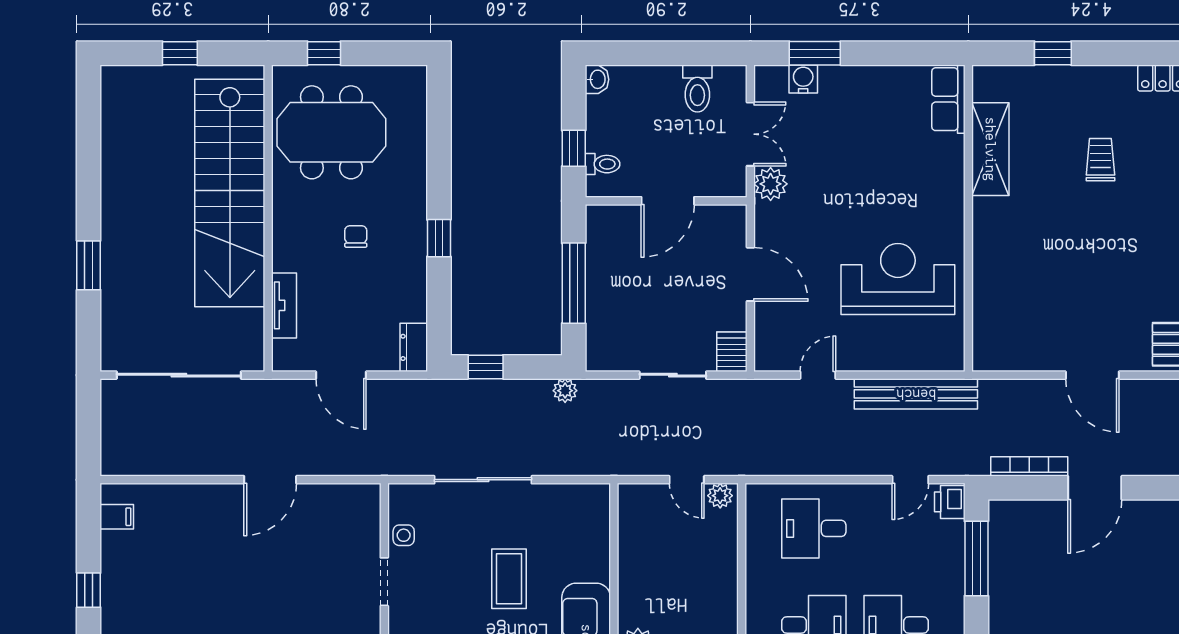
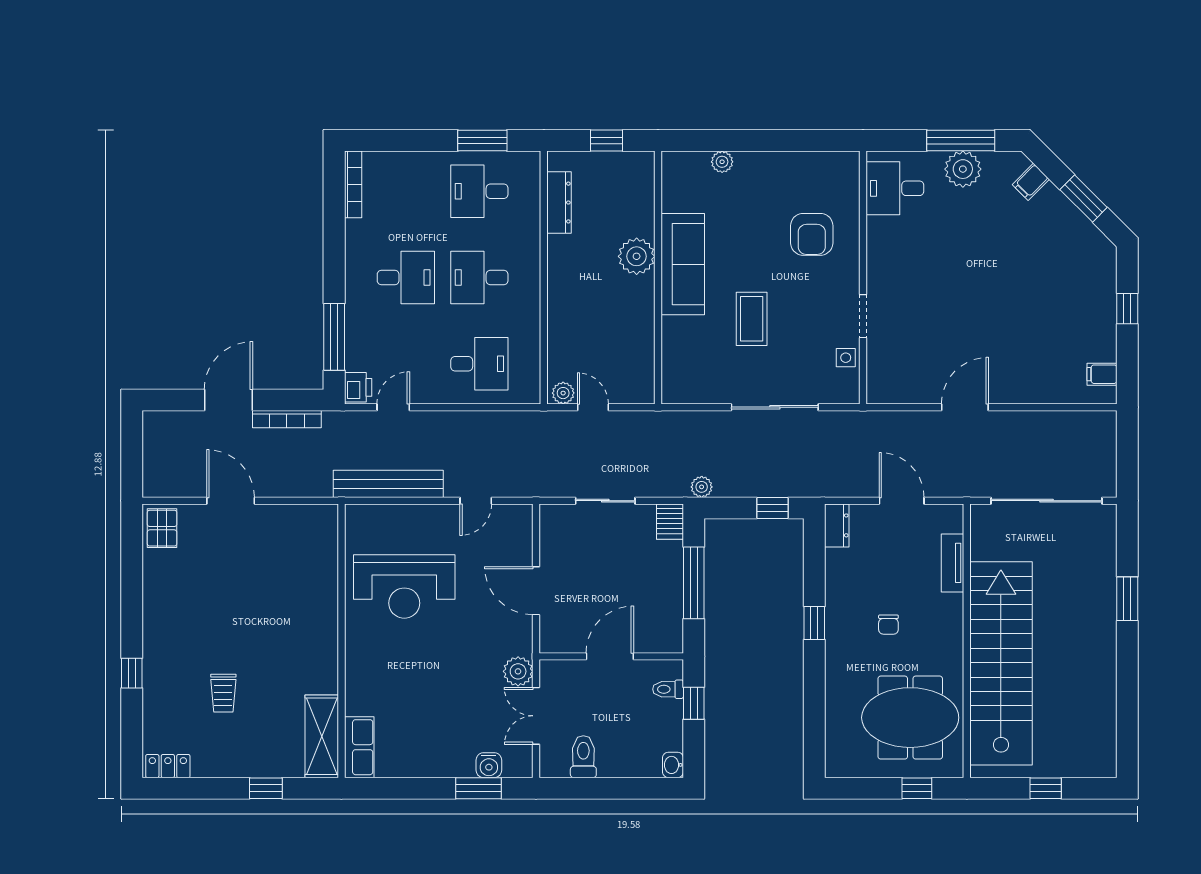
shelving: (990, 149) -> (322, 736), moved
server rack: (732, 352) -> (670, 522), moved

